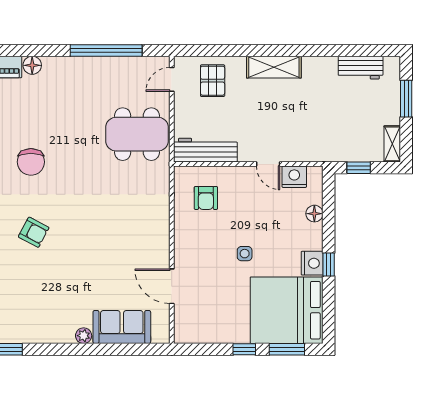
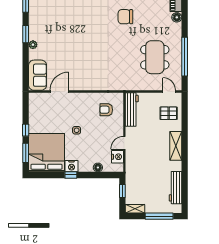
workbench: (361, 68) -> (175, 188), width x1.38
window: (406, 99) -> (159, 216), width x1.44
dining table: (137, 134) -> (155, 57), moved
armchair: (34, 232) -> (88, 18), removed
sofa: (122, 327) -> (38, 75), moved
window: (64, 349) -> (26, 34), added

